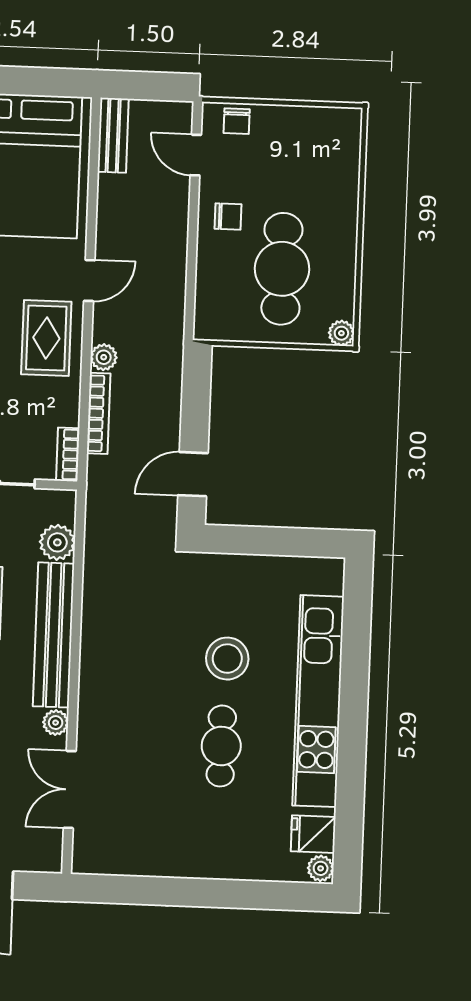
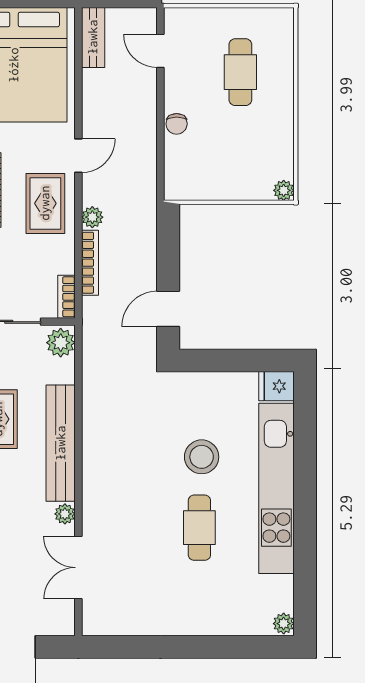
chair: (237, 121) -> (192, 22), removed
chair: (228, 217) -> (177, 124), moved, turned 90
cafe table: (282, 269) -> (240, 72), moved, width x0.73, depth x0.74
plant: (57, 542) -> (61, 343), moved
fridge: (313, 834) -> (276, 386), moved

